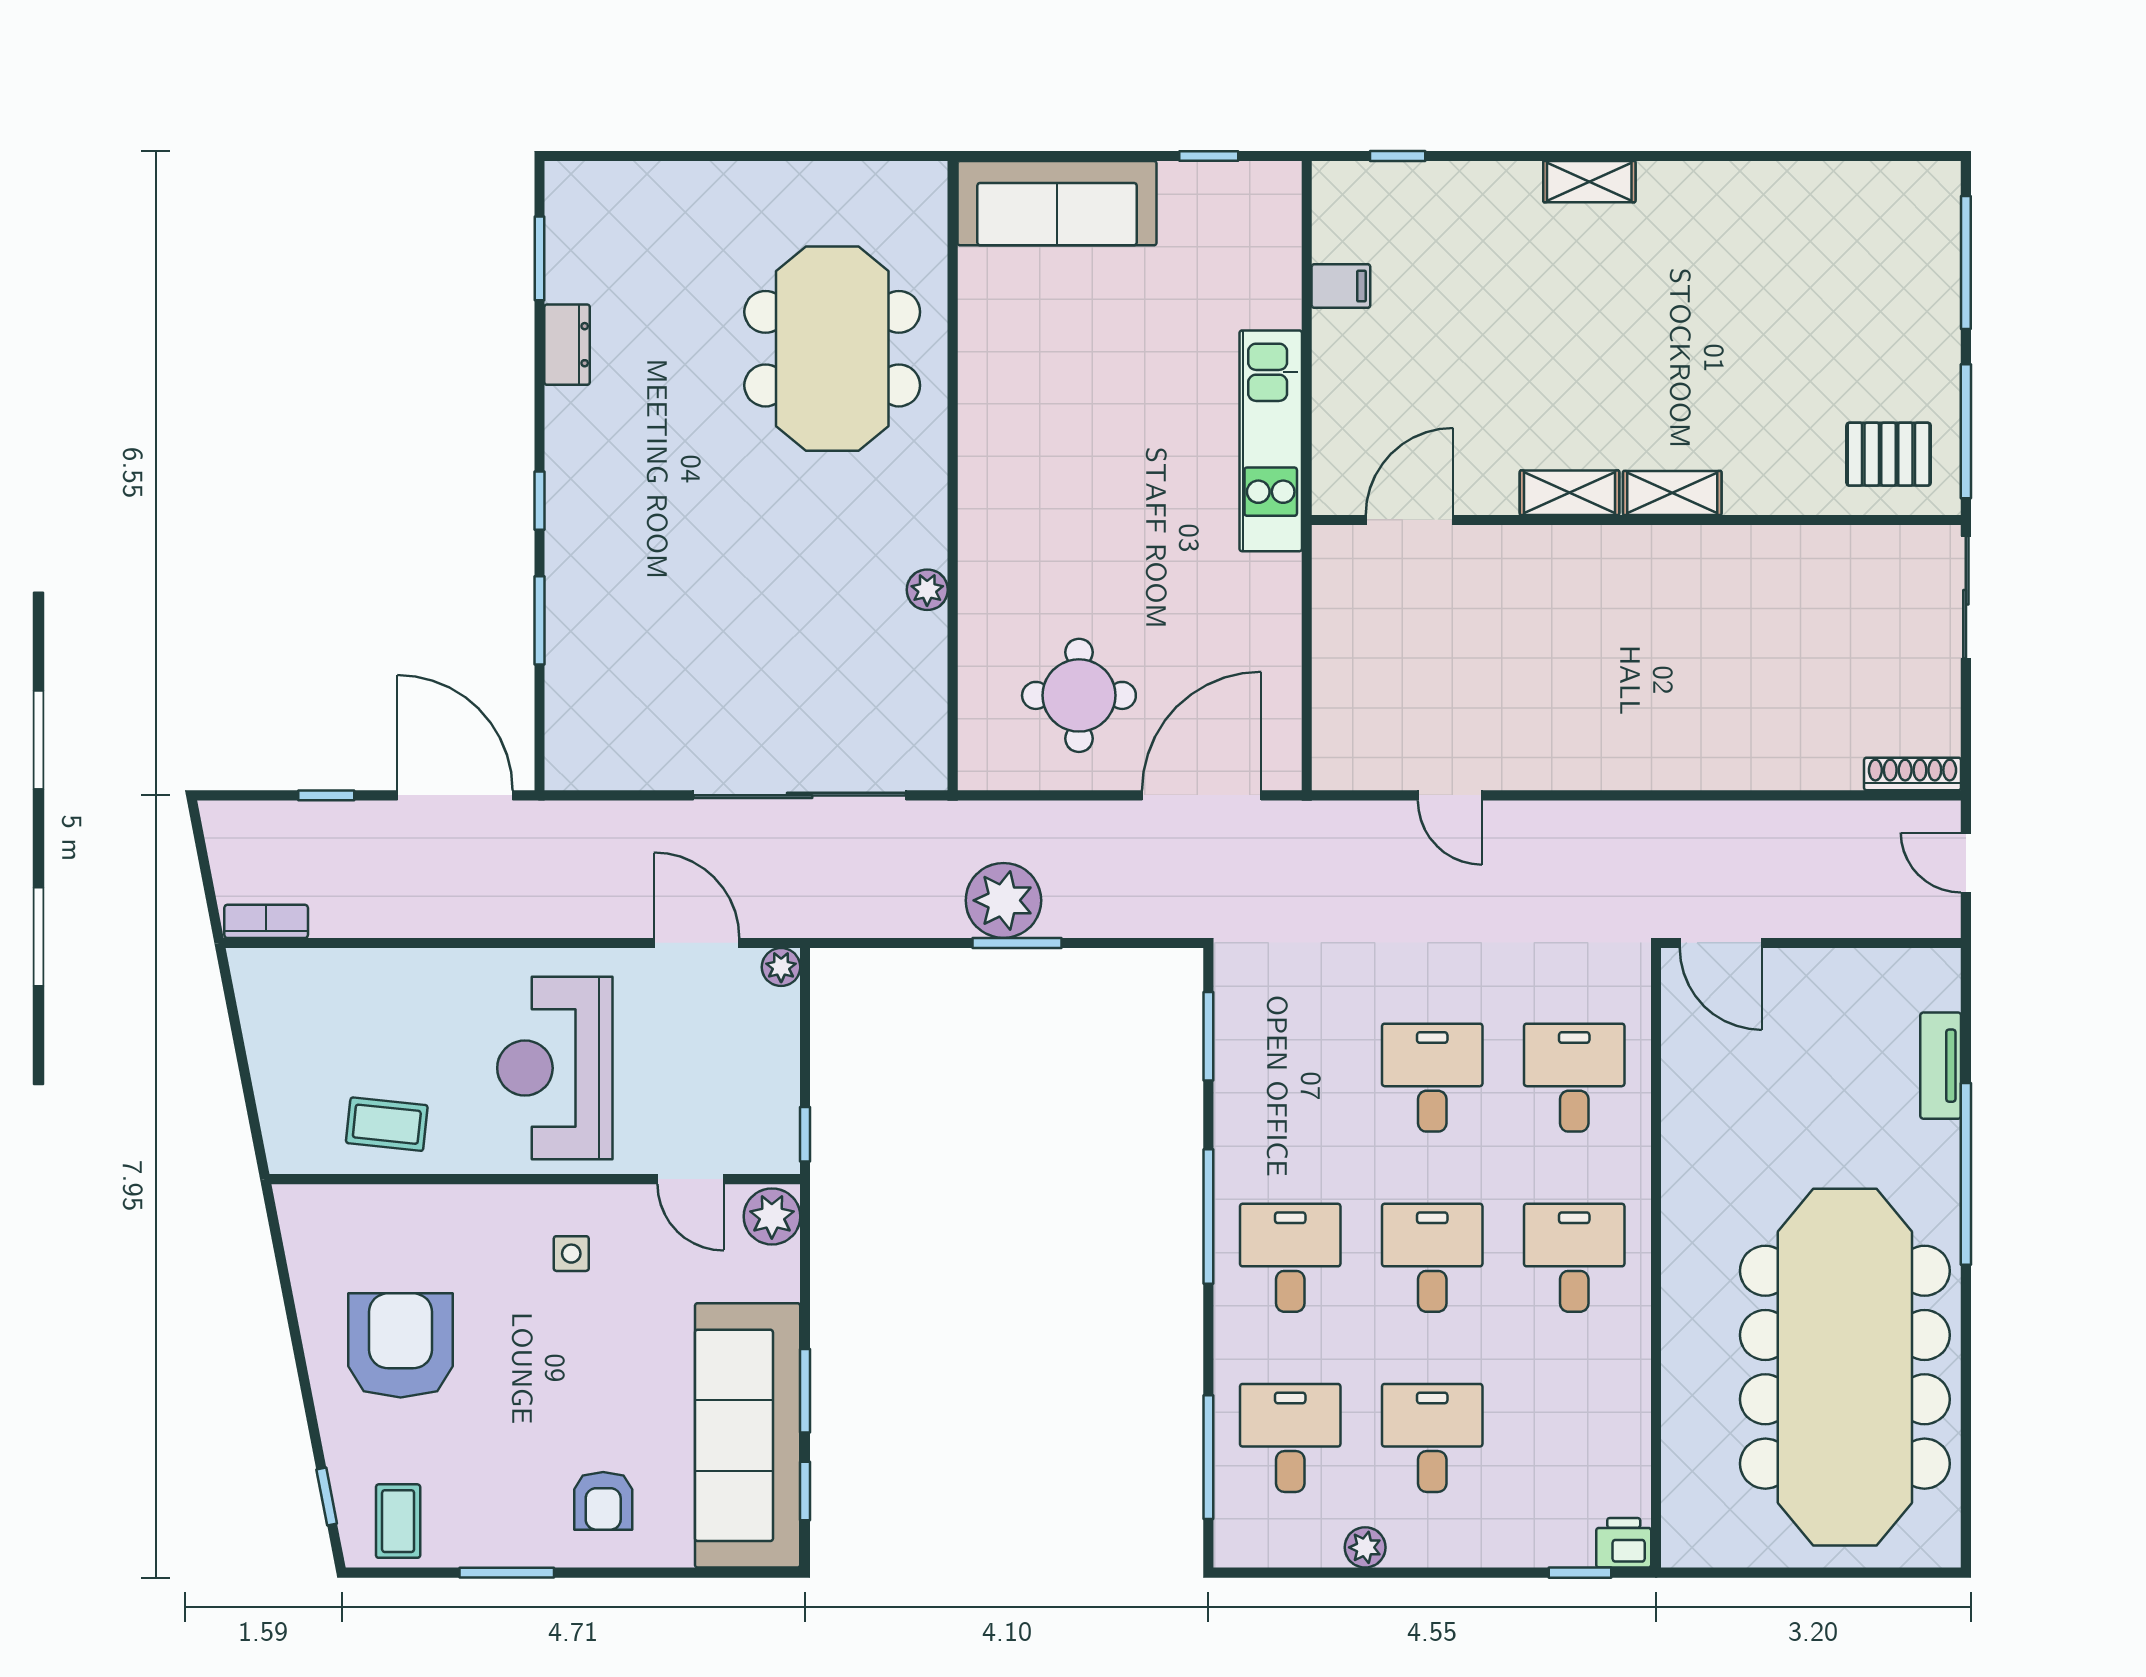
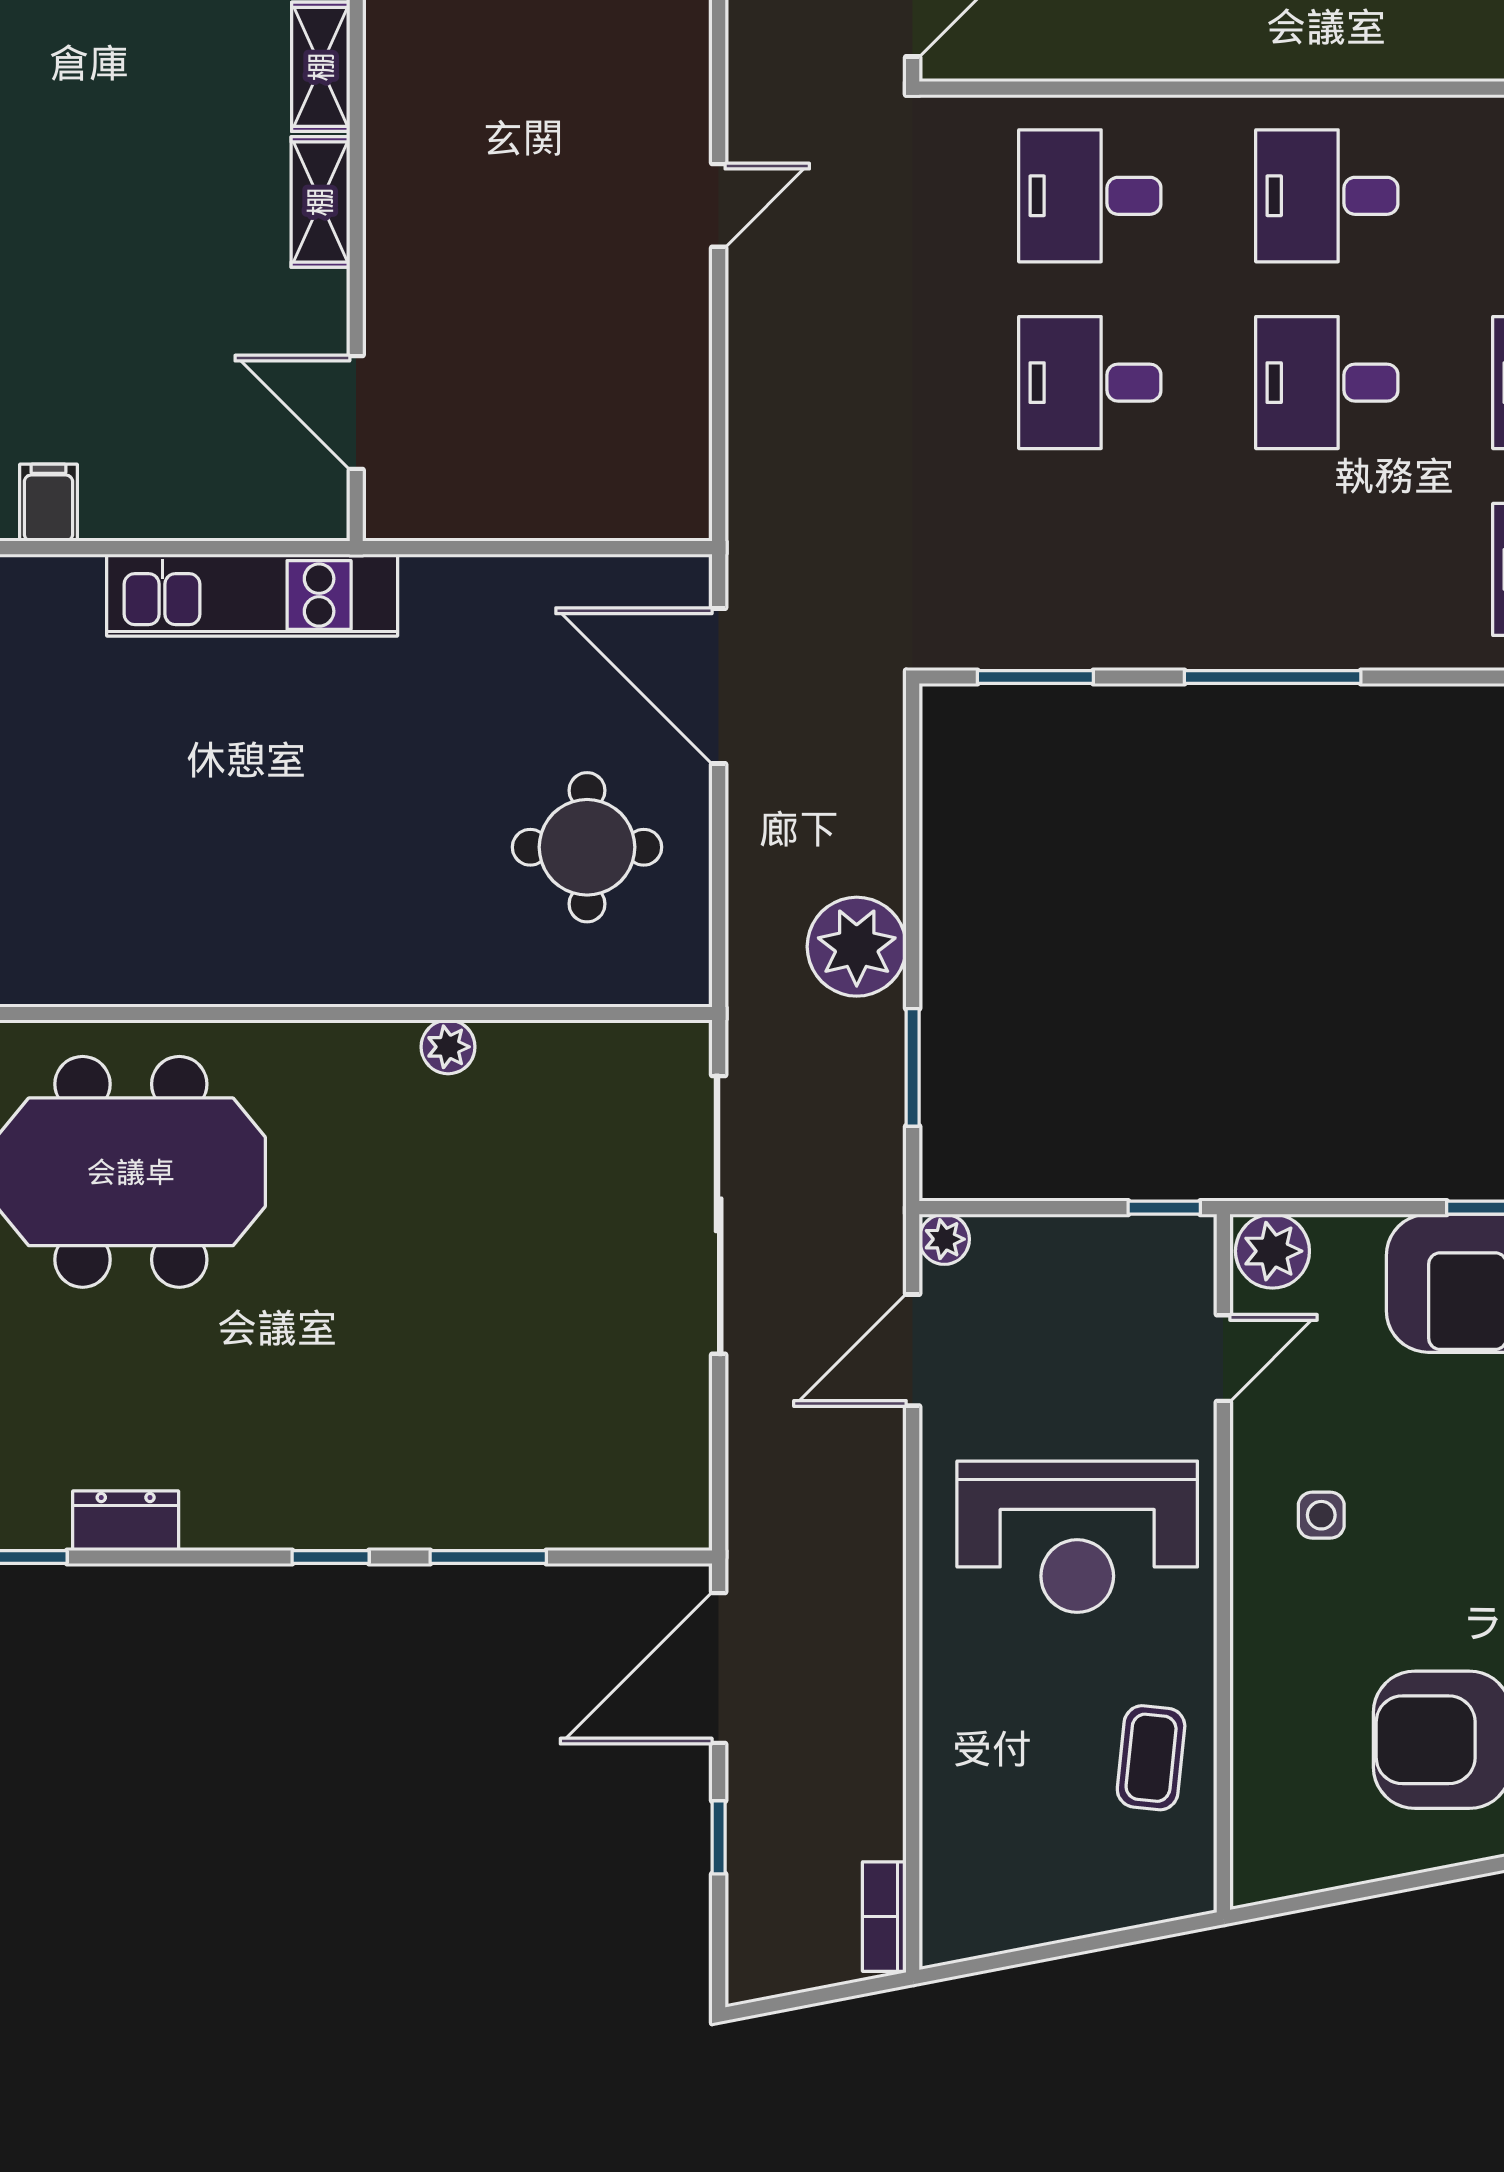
door: (1450, 795) -> (719, 205), moved
window: (1017, 943) -> (913, 1067), moved
desk: (1290, 1258) -> (1327, 569), removed

